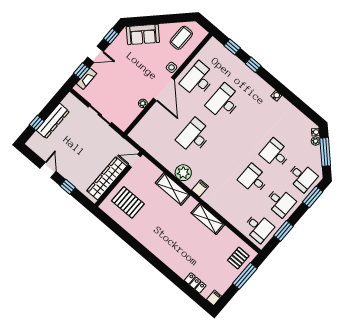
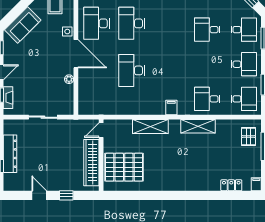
plant: (183, 173) -> (148, 107), removed
desk: (253, 179) -> (207, 99), moved
pallet: (128, 202) -> (124, 167), width x1.37, depth x1.41

